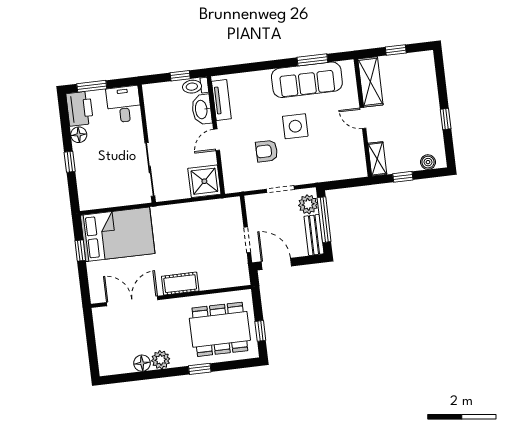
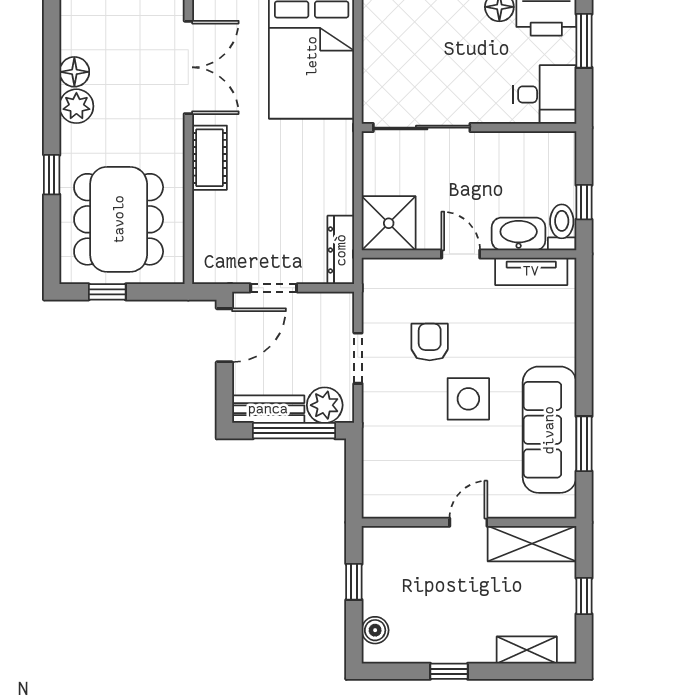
shelving: (377, 159) -> (527, 650), moved
dresser: (222, 206) -> (341, 250), added

